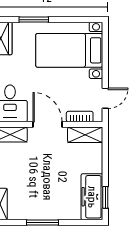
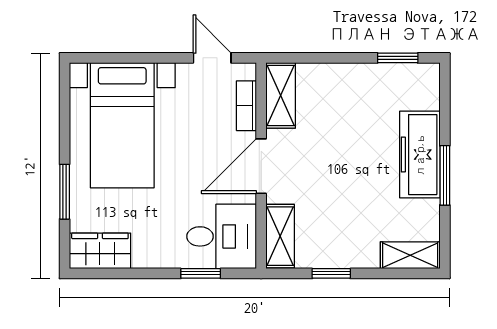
freezer: (92, 197) -> (420, 155), moved, turned 90

